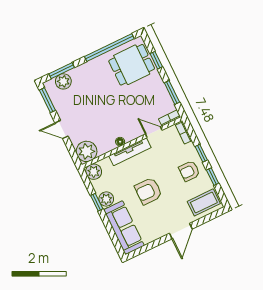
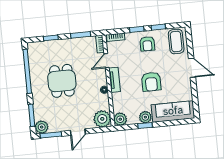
dining table: (132, 65) -> (62, 81), moved
plant: (63, 81) -> (42, 127), moved
tv unit: (130, 152) -> (114, 80), width x0.71

